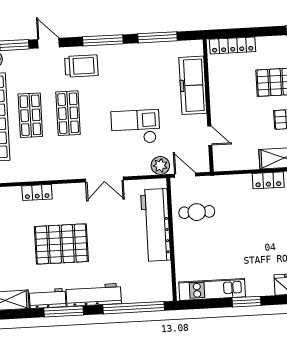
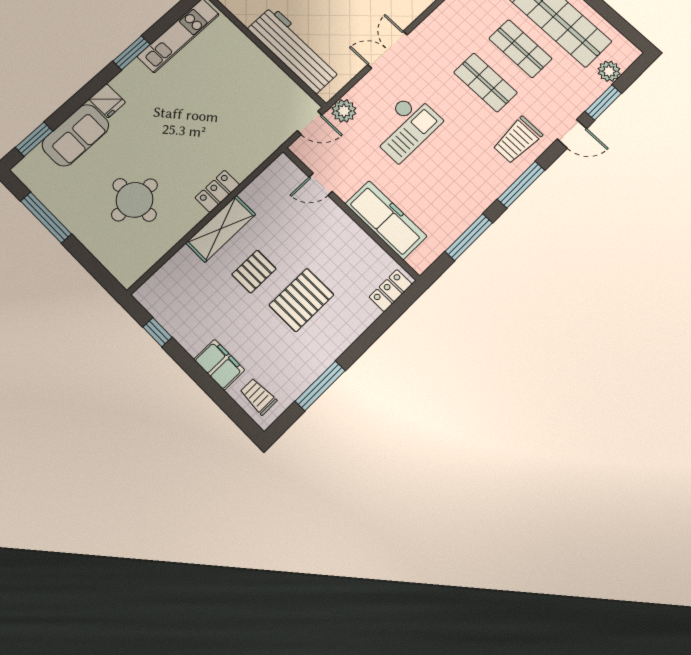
locker: (233, 45) -> (391, 291), width x0.66
cafe table: (197, 212) -> (264, 97), removed

